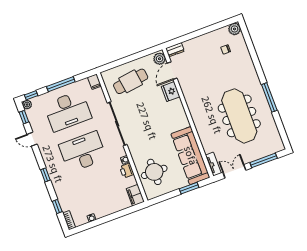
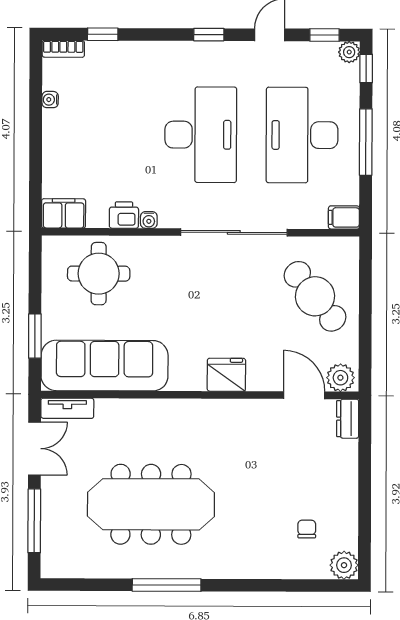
cafe table: (131, 81) -> (315, 296), turned -31
fridge: (171, 92) -> (226, 375), moved
window: (45, 175) -> (209, 35), moved

